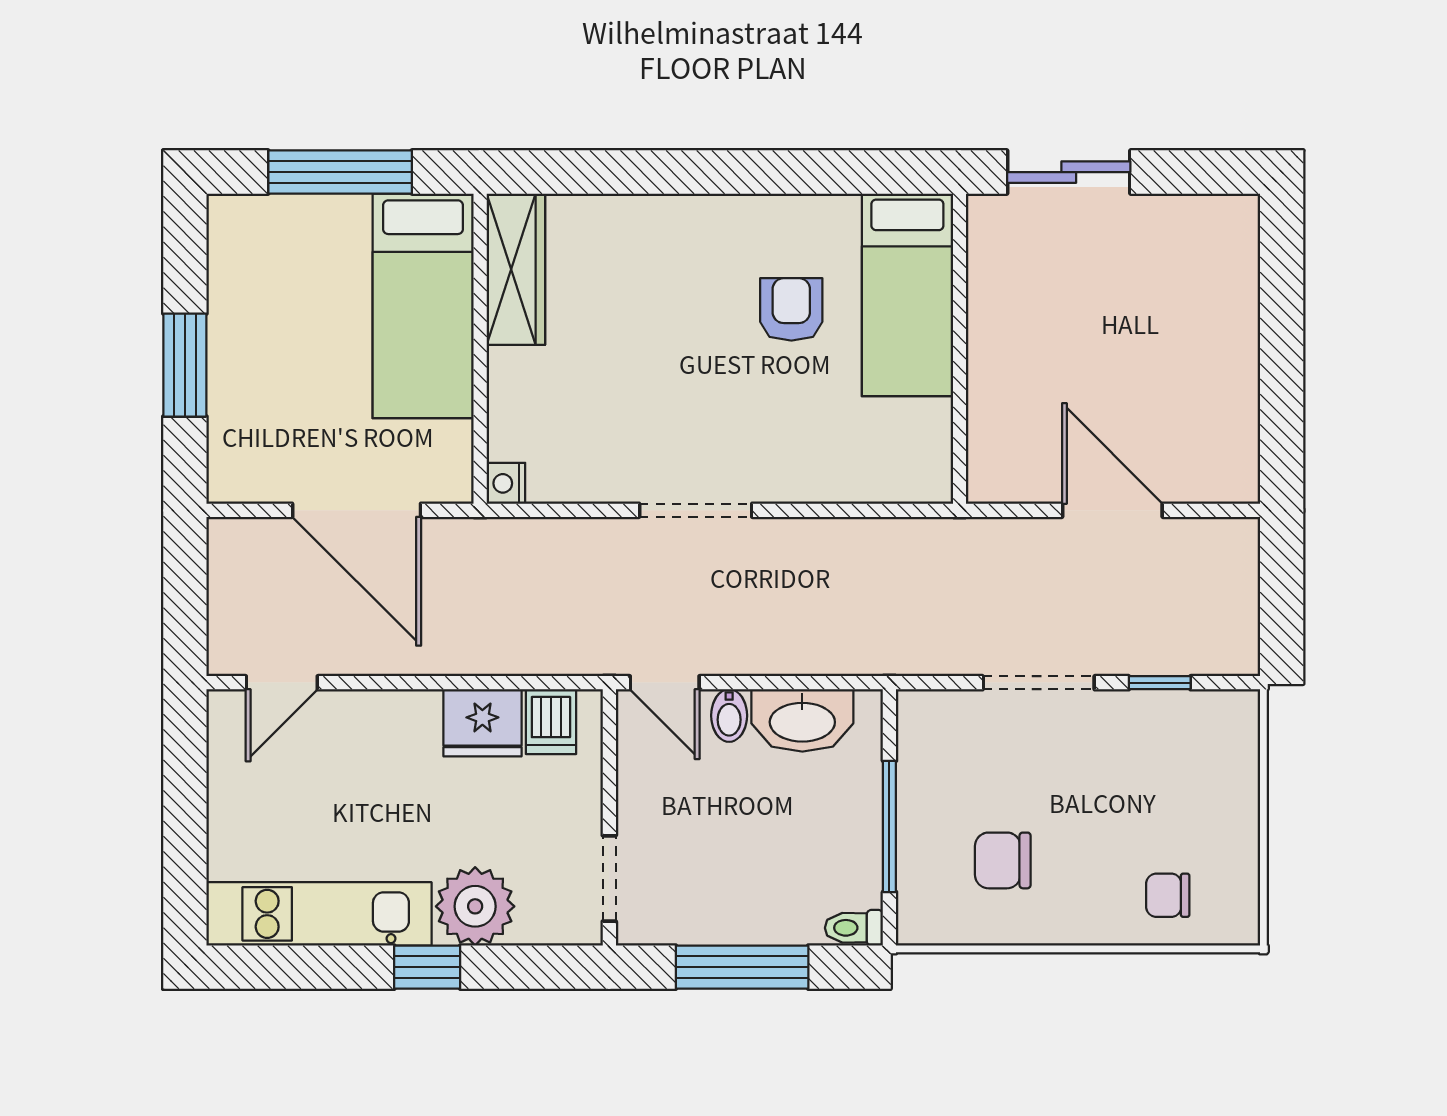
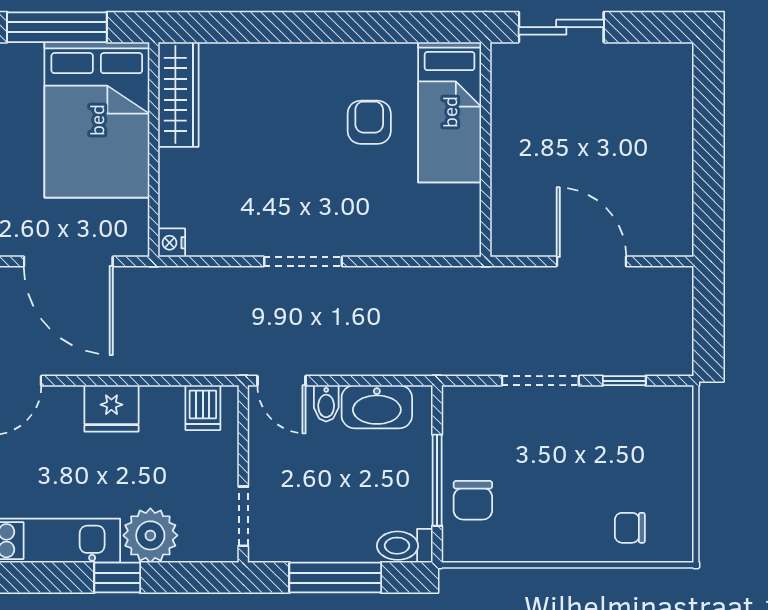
bed: (423, 306) -> (97, 120), width x1.50
fridge: (482, 723) -> (111, 408), moved
chair: (1003, 860) -> (473, 500), moved, turned -90
toilet: (854, 928) -> (405, 546), width x1.37, depth x1.39

